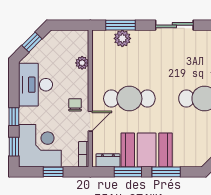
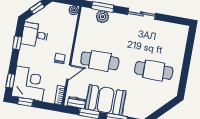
plant: (82, 63) -> (74, 10), moved
desk: (35, 85) -> (35, 35), width x0.73
window: (14, 117) -> (17, 43), moved
window: (53, 172) -> (25, 102), moved

